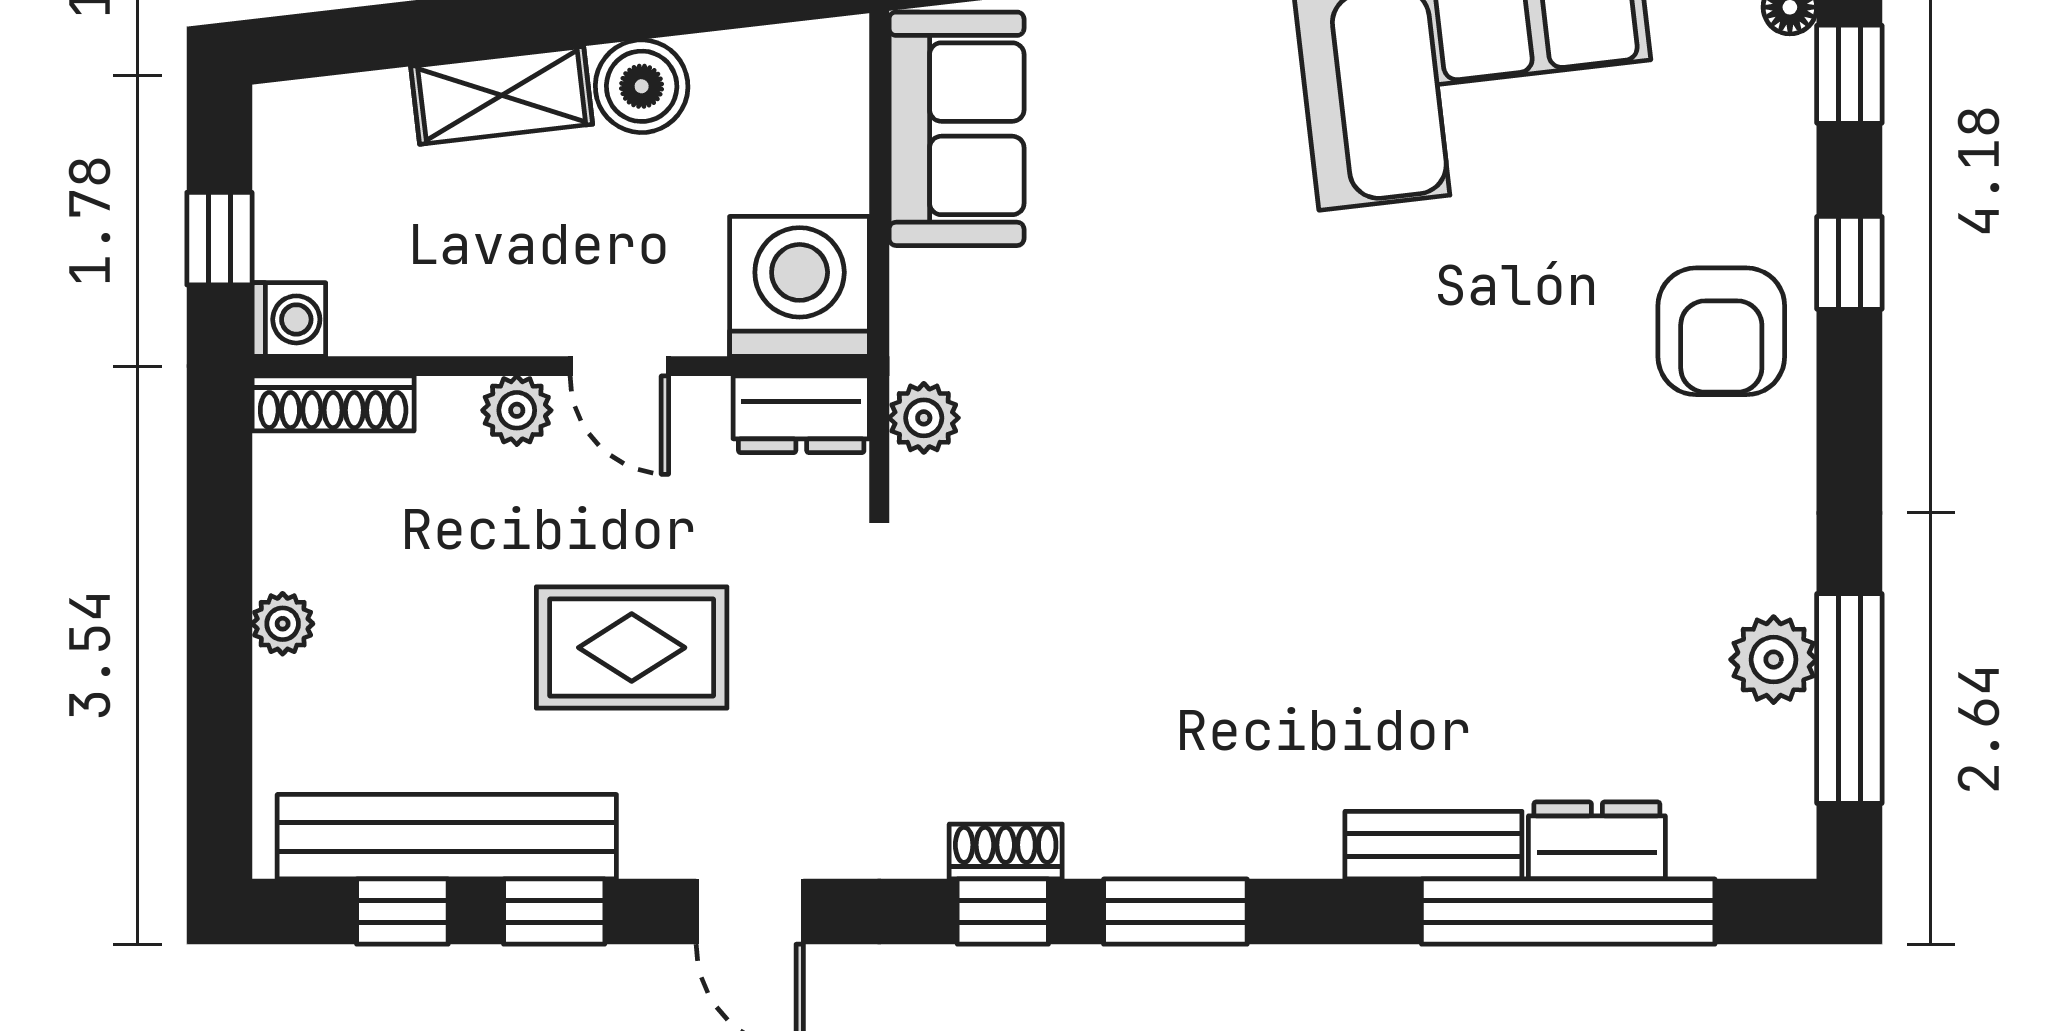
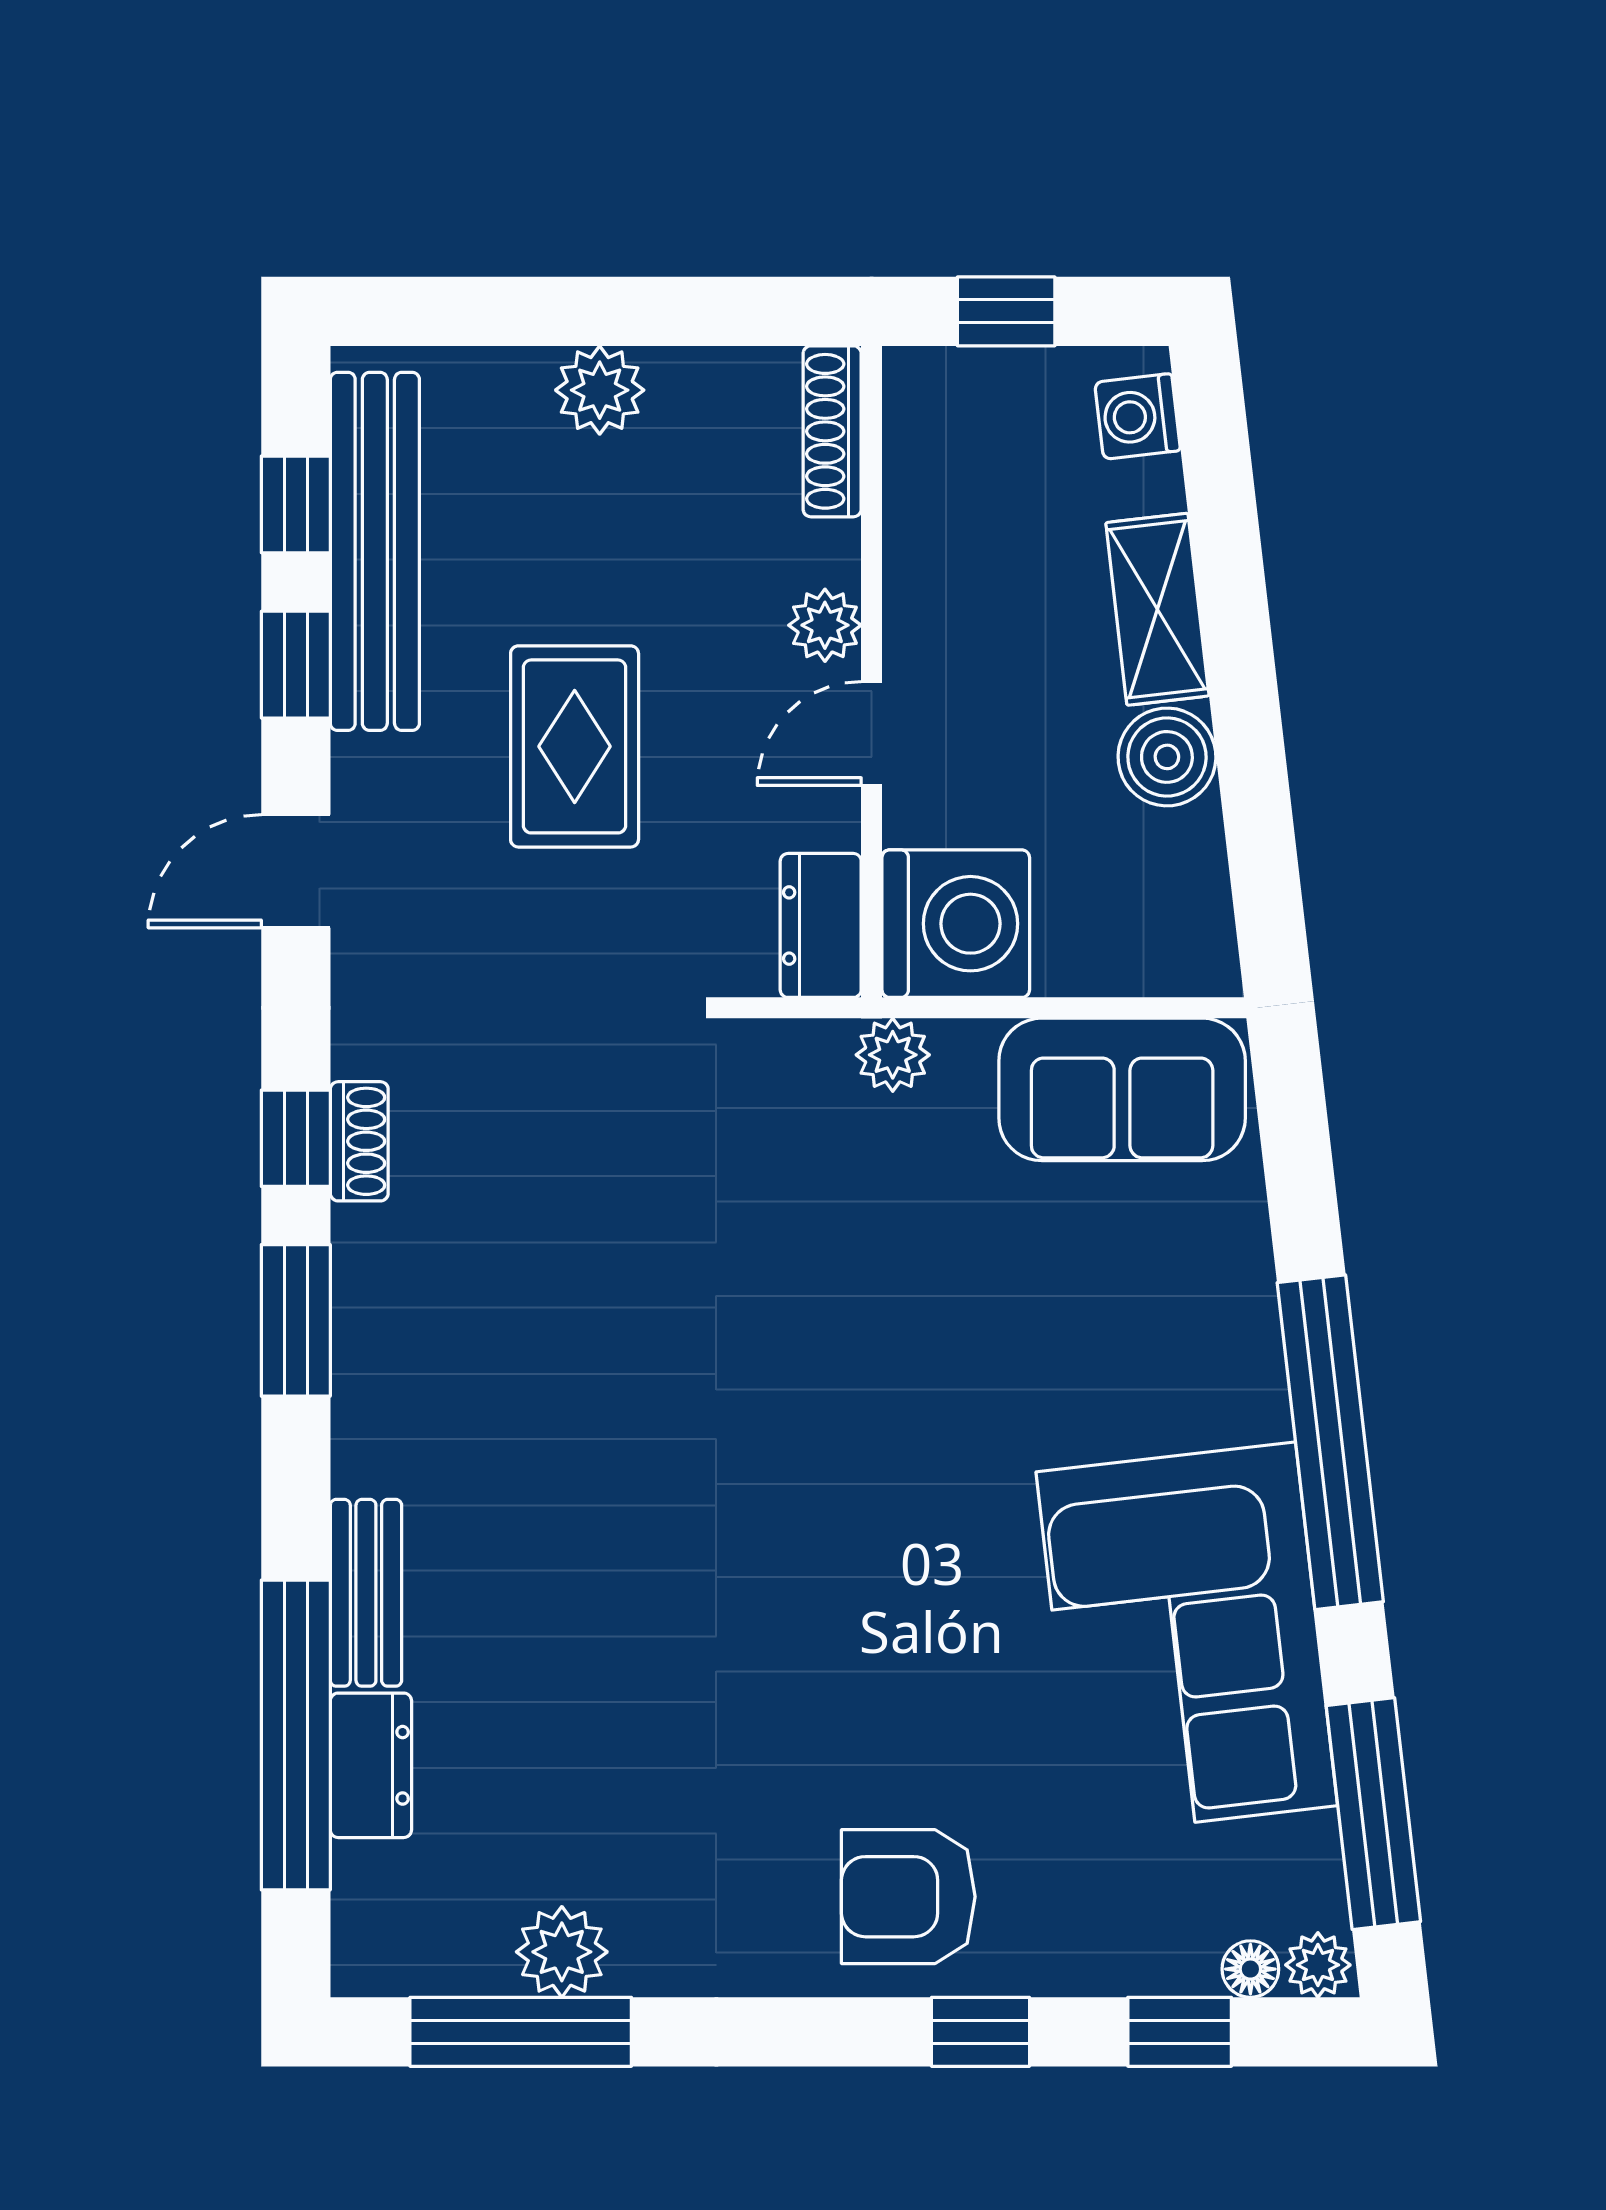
washing machine: (289, 319) -> (1138, 416), moved, turned 83
plant: (924, 418) -> (893, 1055), moved
plant: (283, 624) -> (600, 390), width x1.38, depth x1.38

